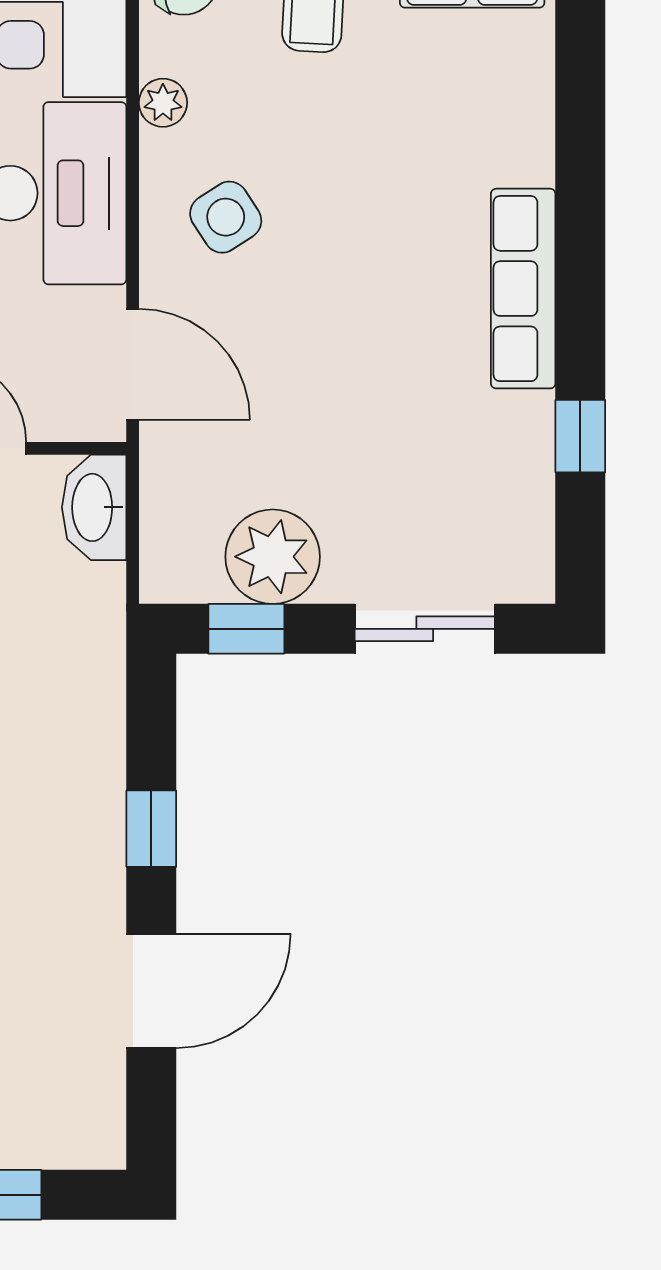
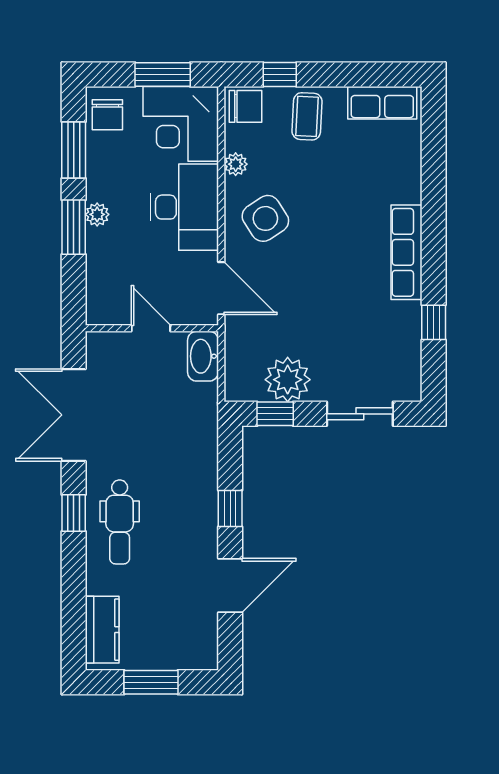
side table: (226, 217) -> (265, 218), width x1.37, depth x1.37

